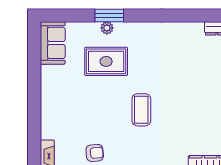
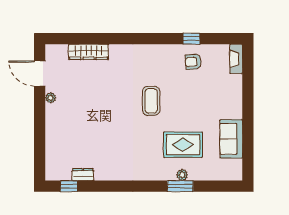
sofa: (53, 43) -> (231, 139), moved

